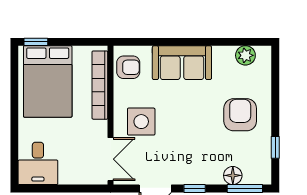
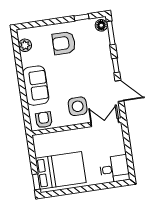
bookcase: (100, 85) -> (58, 136), removed
floor lamp: (233, 175) -> (101, 25), moved

